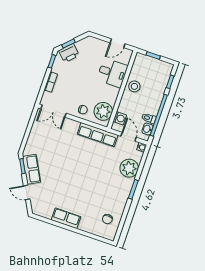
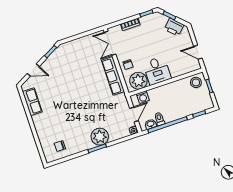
printer: (69, 53) -> (174, 27), moved
desk: (112, 73) -> (157, 71), moved
stool: (134, 86) -> (196, 82), moved
row of seats: (98, 135) -> (113, 76), moved
plant: (129, 168) -> (100, 137), moved
row of seats: (32, 169) -> (54, 60), removed
door: (27, 192) -> (33, 70), swing flipped
row of seats: (66, 218) -> (32, 102), moved

